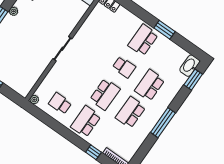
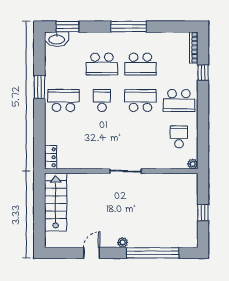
school desk: (143, 40) -> (63, 100), turned 180
school desk: (60, 103) -> (179, 137), turned 180

